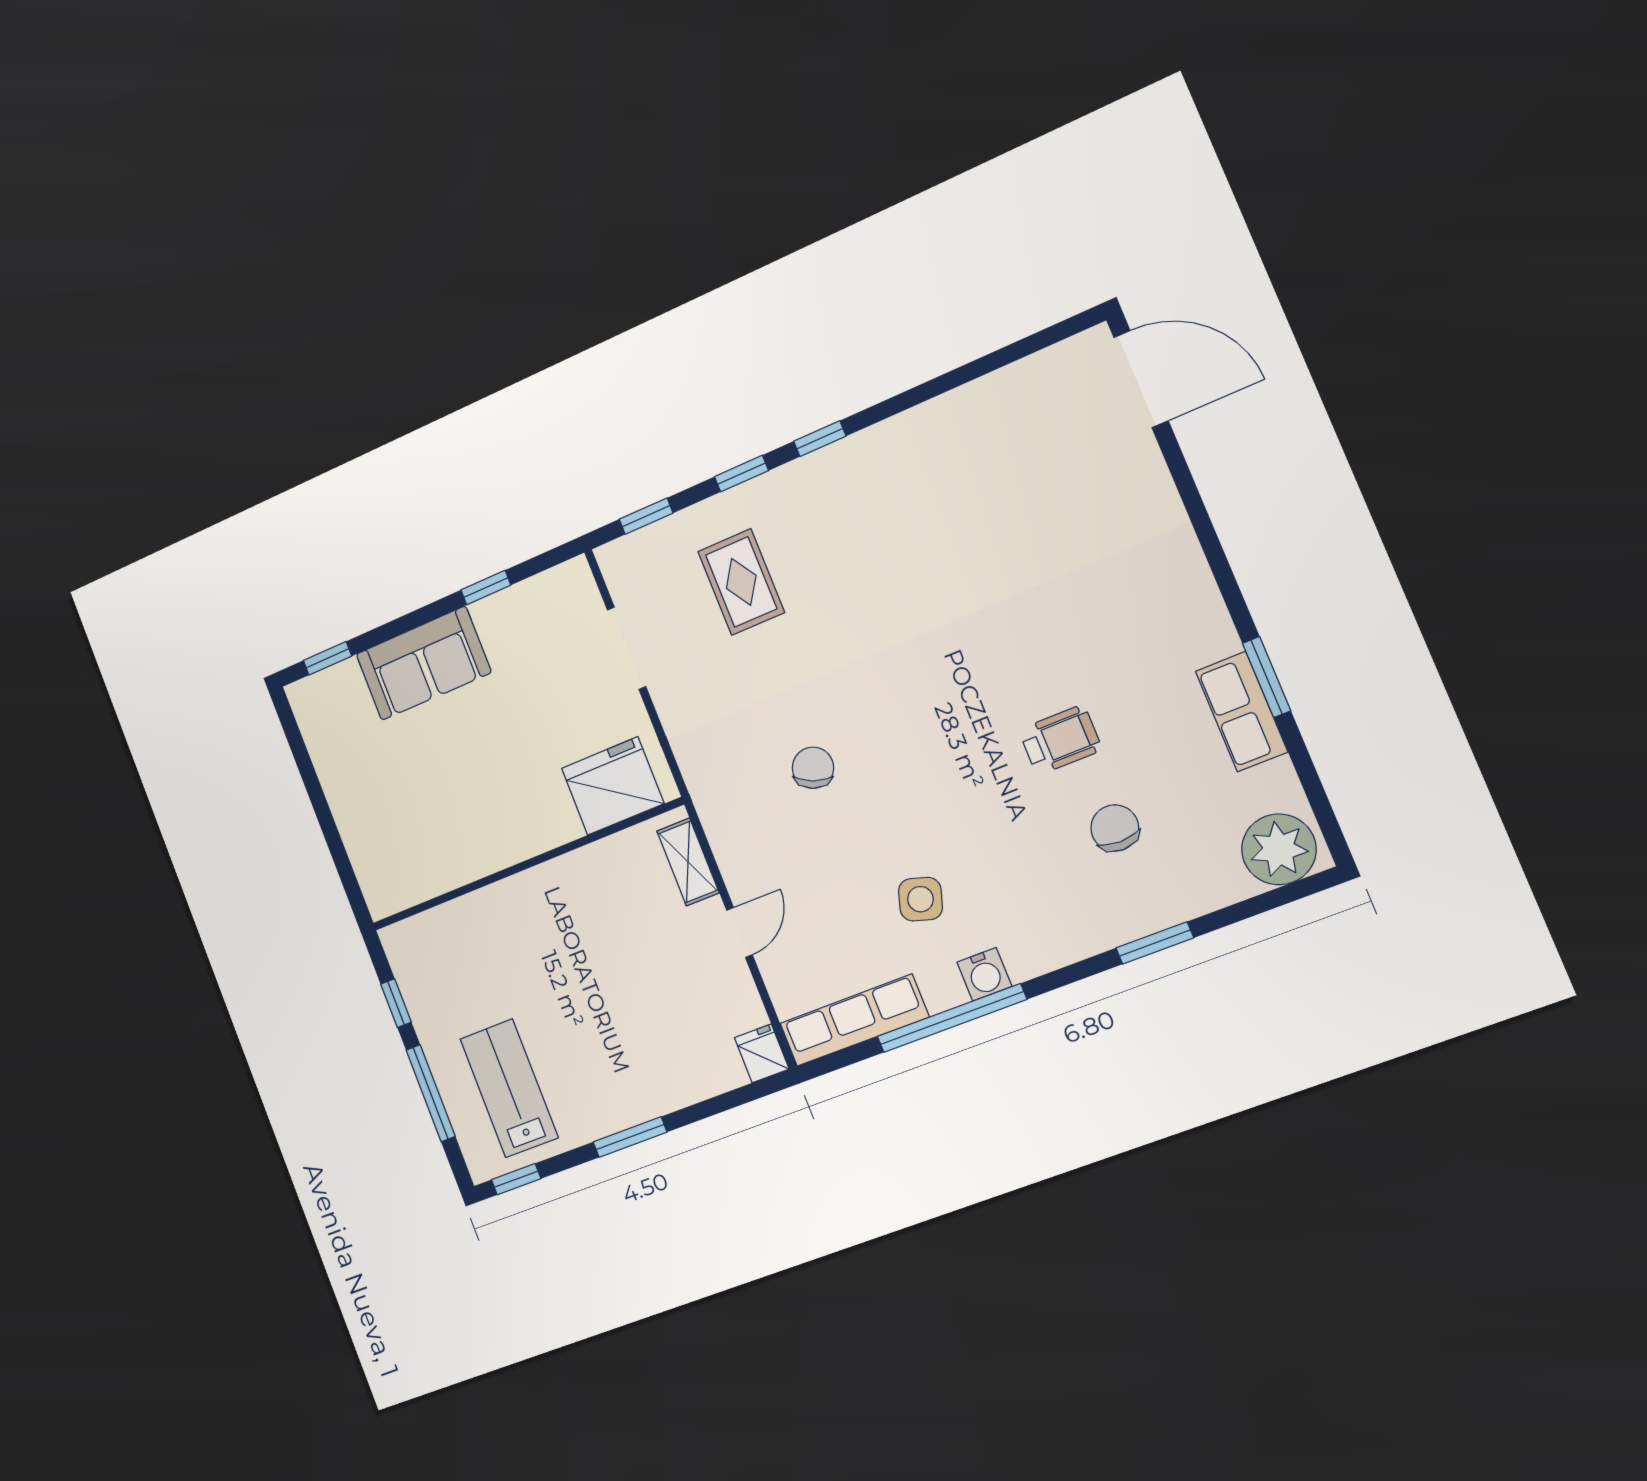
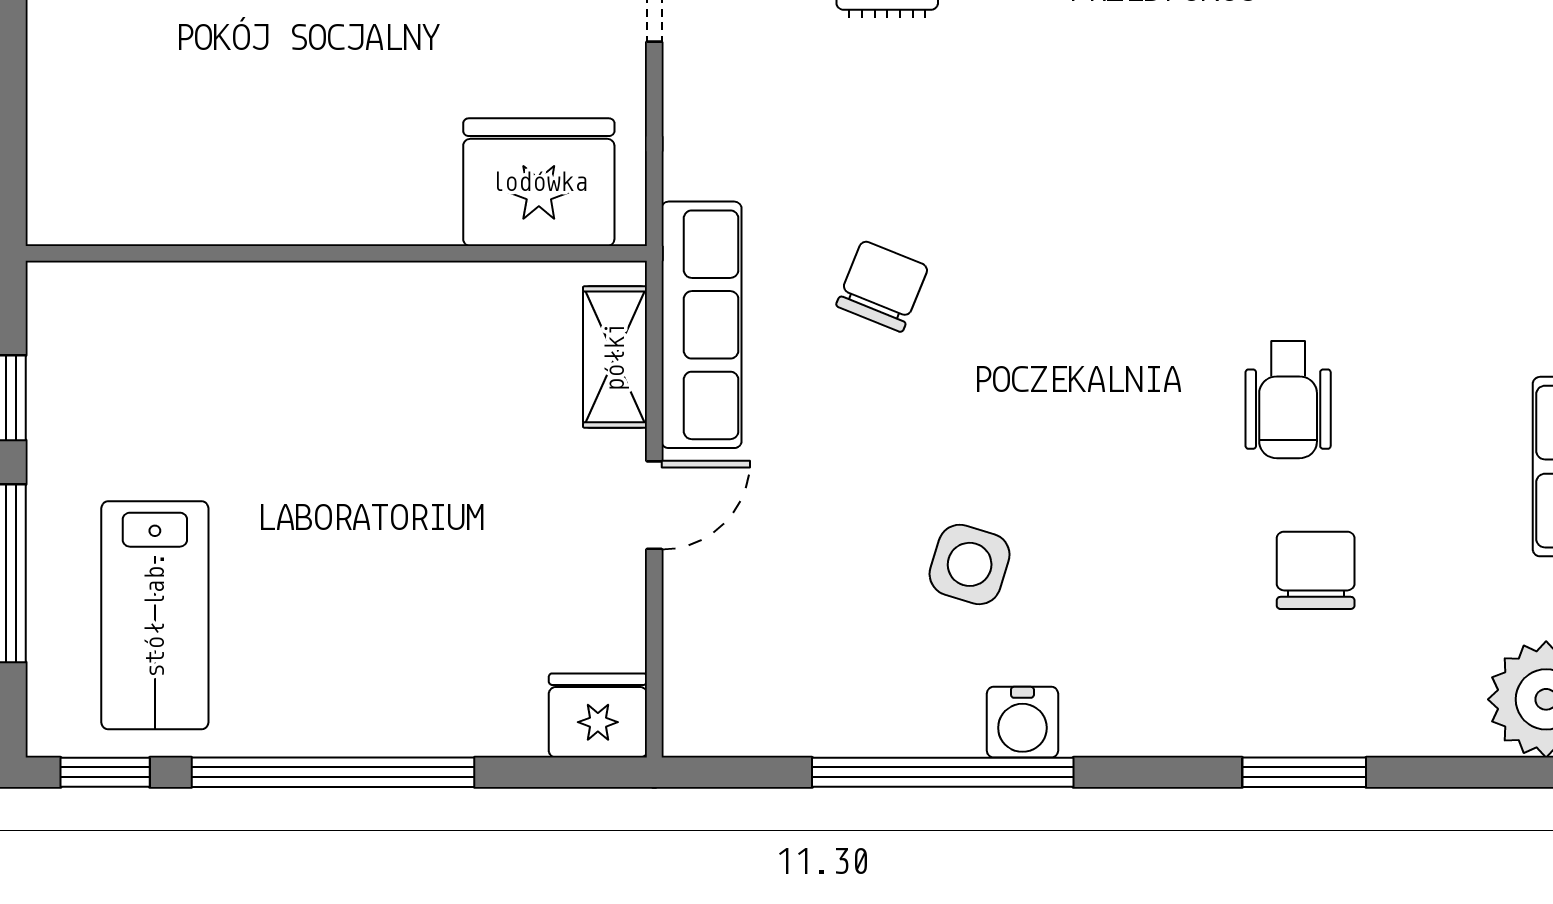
wheelchair: (1060, 740) -> (1288, 400), turned 90
row of seats: (854, 1020) -> (701, 325), moved, turned 90
fridge: (762, 1053) -> (598, 715), width x1.38
lab bench: (509, 1088) -> (155, 615), turned 180
window: (630, 1137) -> (333, 772), width x2.11

